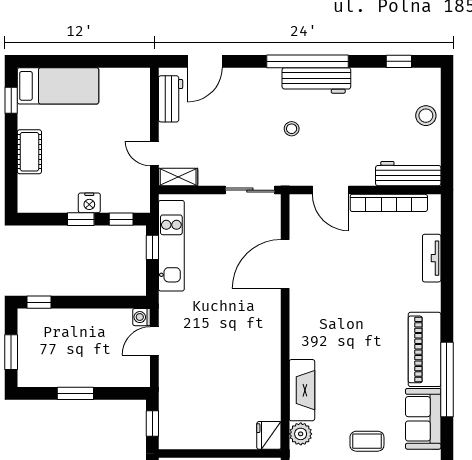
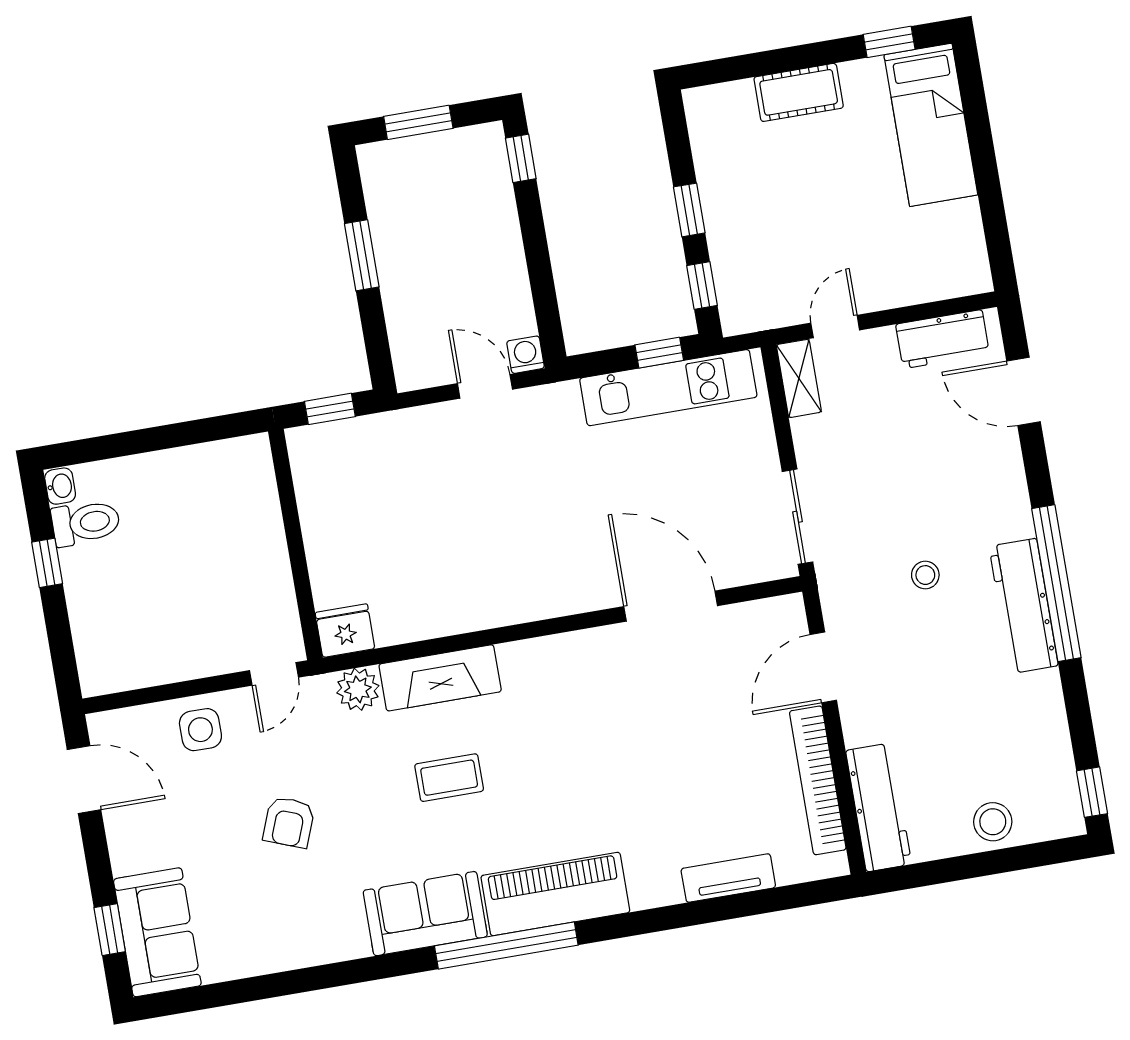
window: (399, 61) -> (1092, 792), moved
nightstand: (89, 203) -> (722, 221), removed
coffee table: (367, 441) -> (449, 778), moved, turned 90

